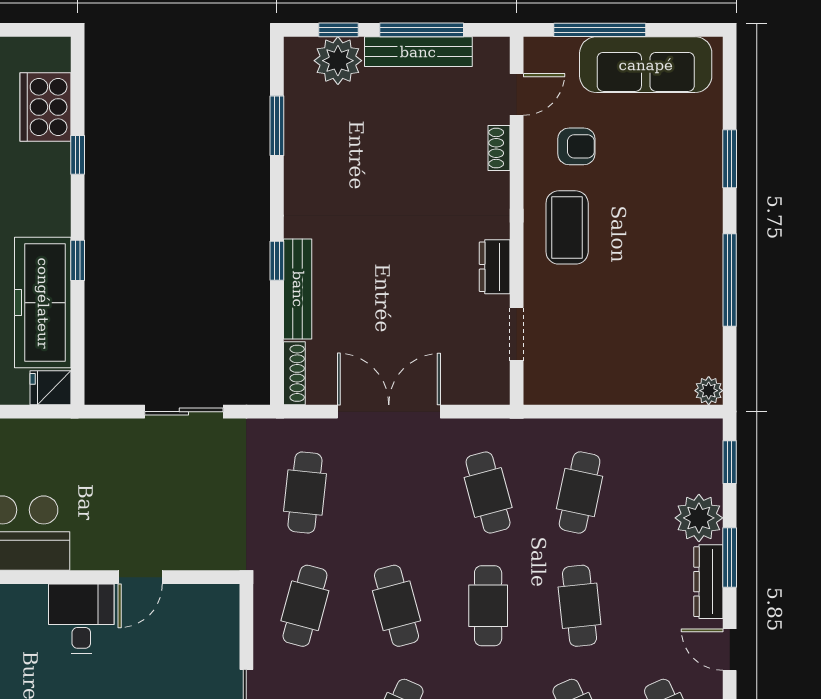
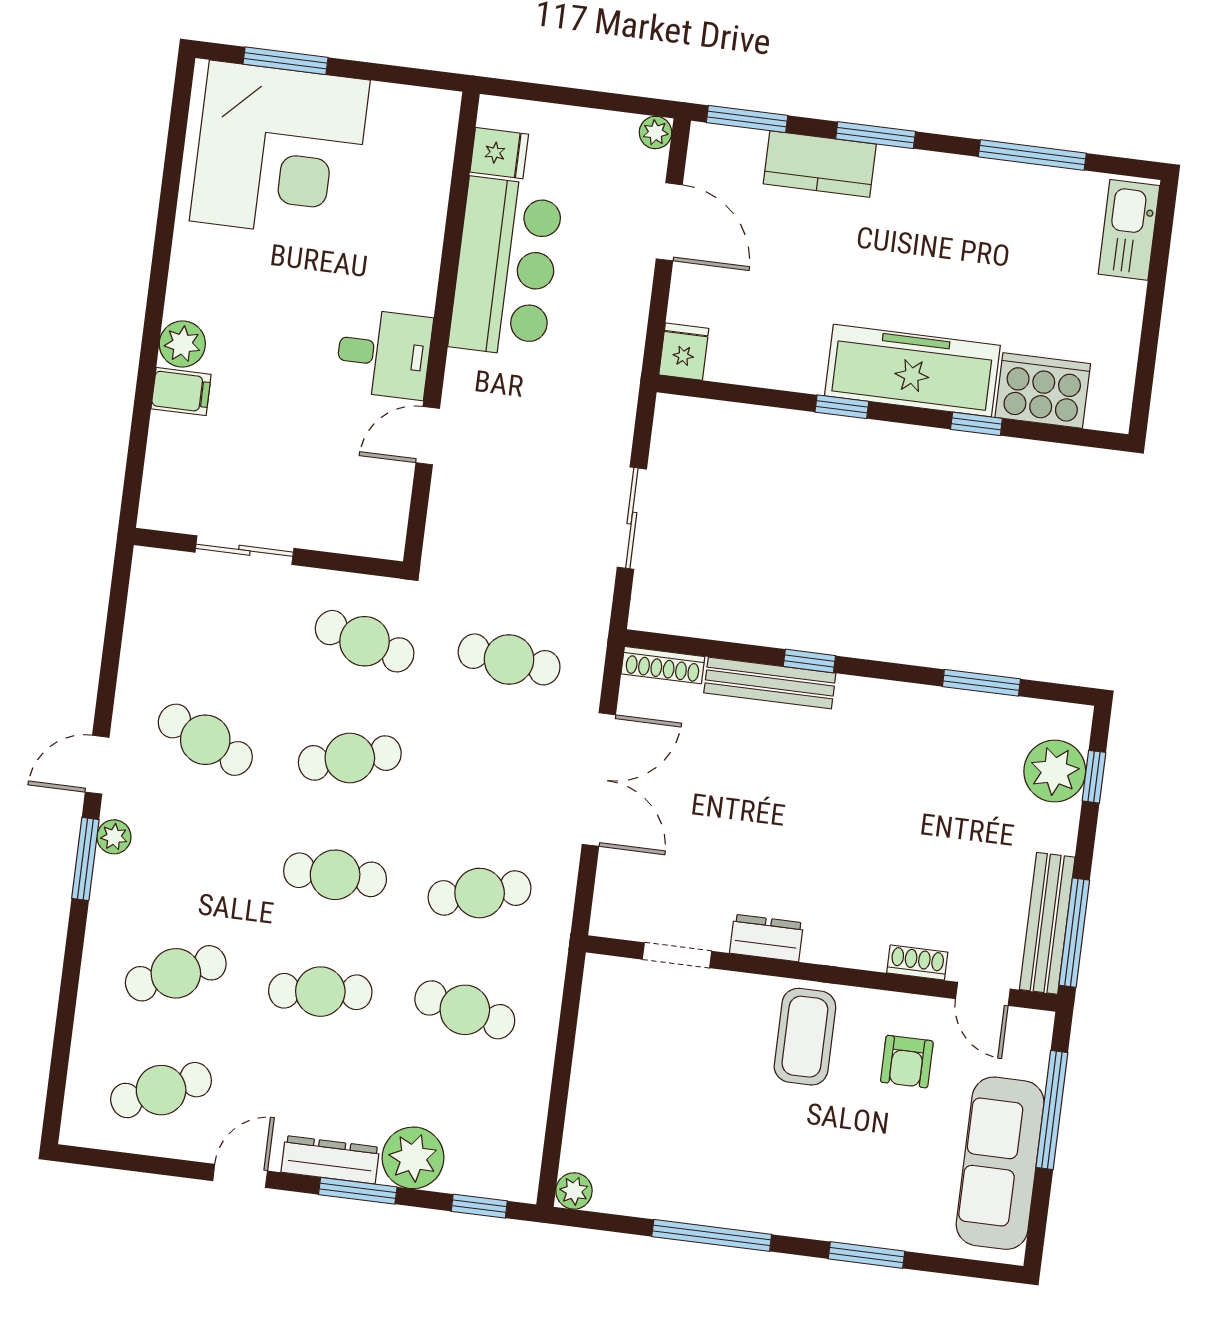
window: (422, 30) -> (1074, 933), moved
bench: (418, 52) -> (1047, 923), moved
coffee table: (567, 227) -> (805, 1037), turned 90
freezer: (43, 303) -> (912, 371), moved
door: (140, 577) -> (428, 436), hinge flipped

